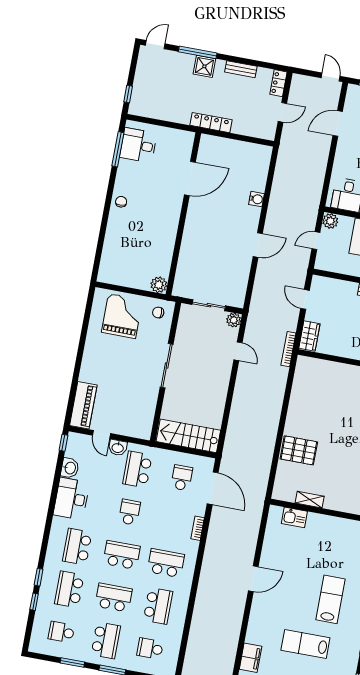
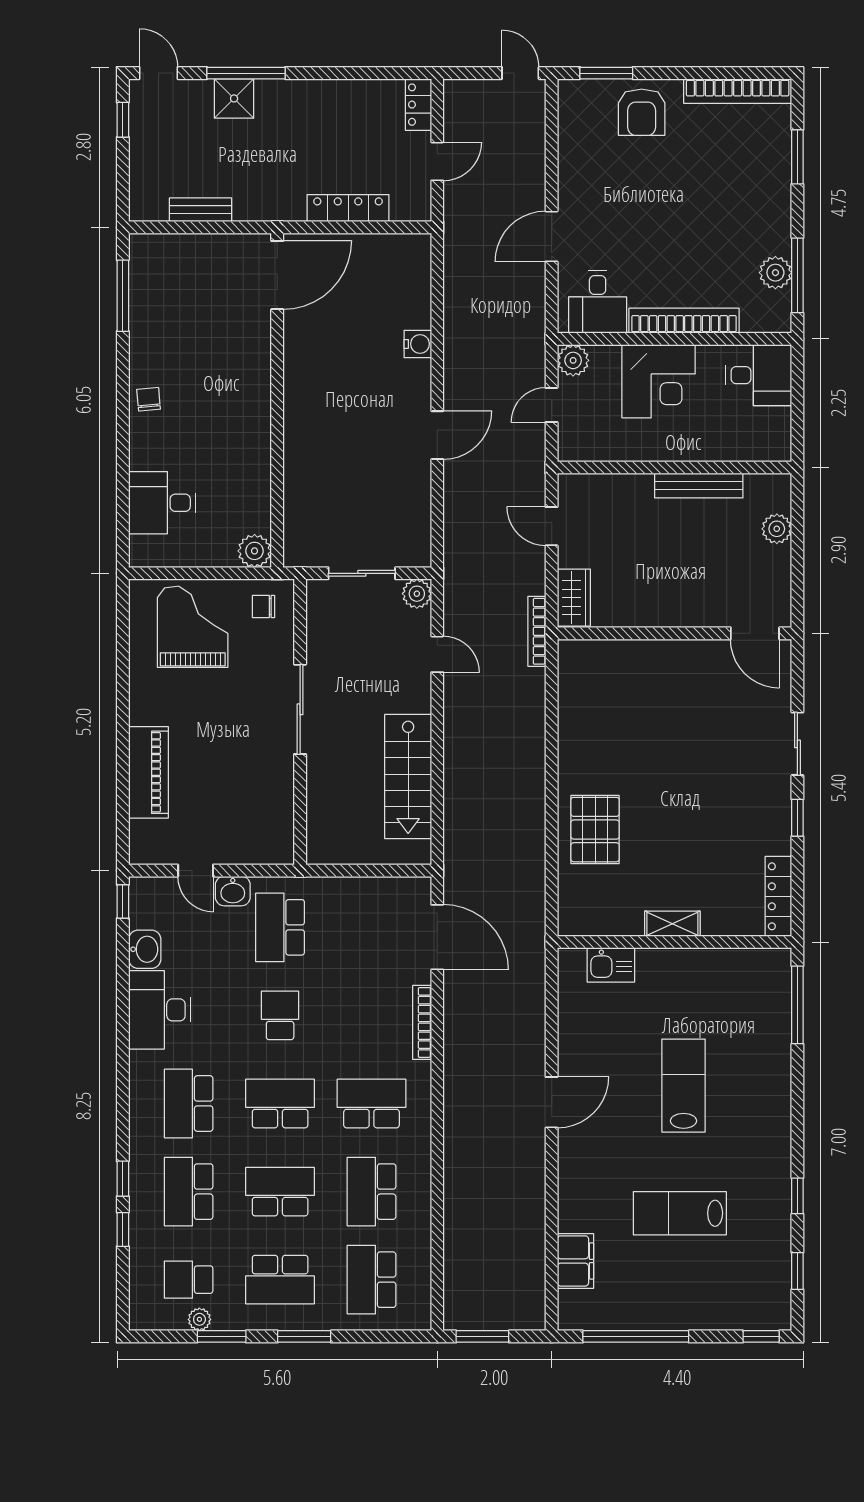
door: (155, 45) -> (158, 73), hinge flipped
shower: (204, 66) -> (234, 98), moved
bench: (241, 69) -> (200, 210), moved
window: (128, 94) -> (123, 120), moved
locker: (211, 123) -> (348, 208), moved
door: (338, 124) -> (552, 236), moved
desk: (138, 145) -> (162, 503), moved
door: (190, 178) -> (277, 275), moved
piano: (83, 405) -> (148, 772), moved
stairs: (188, 436) -> (408, 776), moved, turned -90
pallet: (299, 450) -> (595, 830), turned 90
school desk: (182, 478) -> (371, 927), removed
shelving: (310, 500) -> (672, 924), moved
bookcase: (198, 528) -> (422, 1022), width x1.56
lab bench: (331, 599) -> (684, 1086), moved
school desk: (158, 606) -> (371, 1192), turned 180
school desk: (106, 640) -> (280, 1280), turned 90
school desk: (150, 648) -> (371, 1280), width x1.85
plant: (63, 652) -> (199, 1319), added

